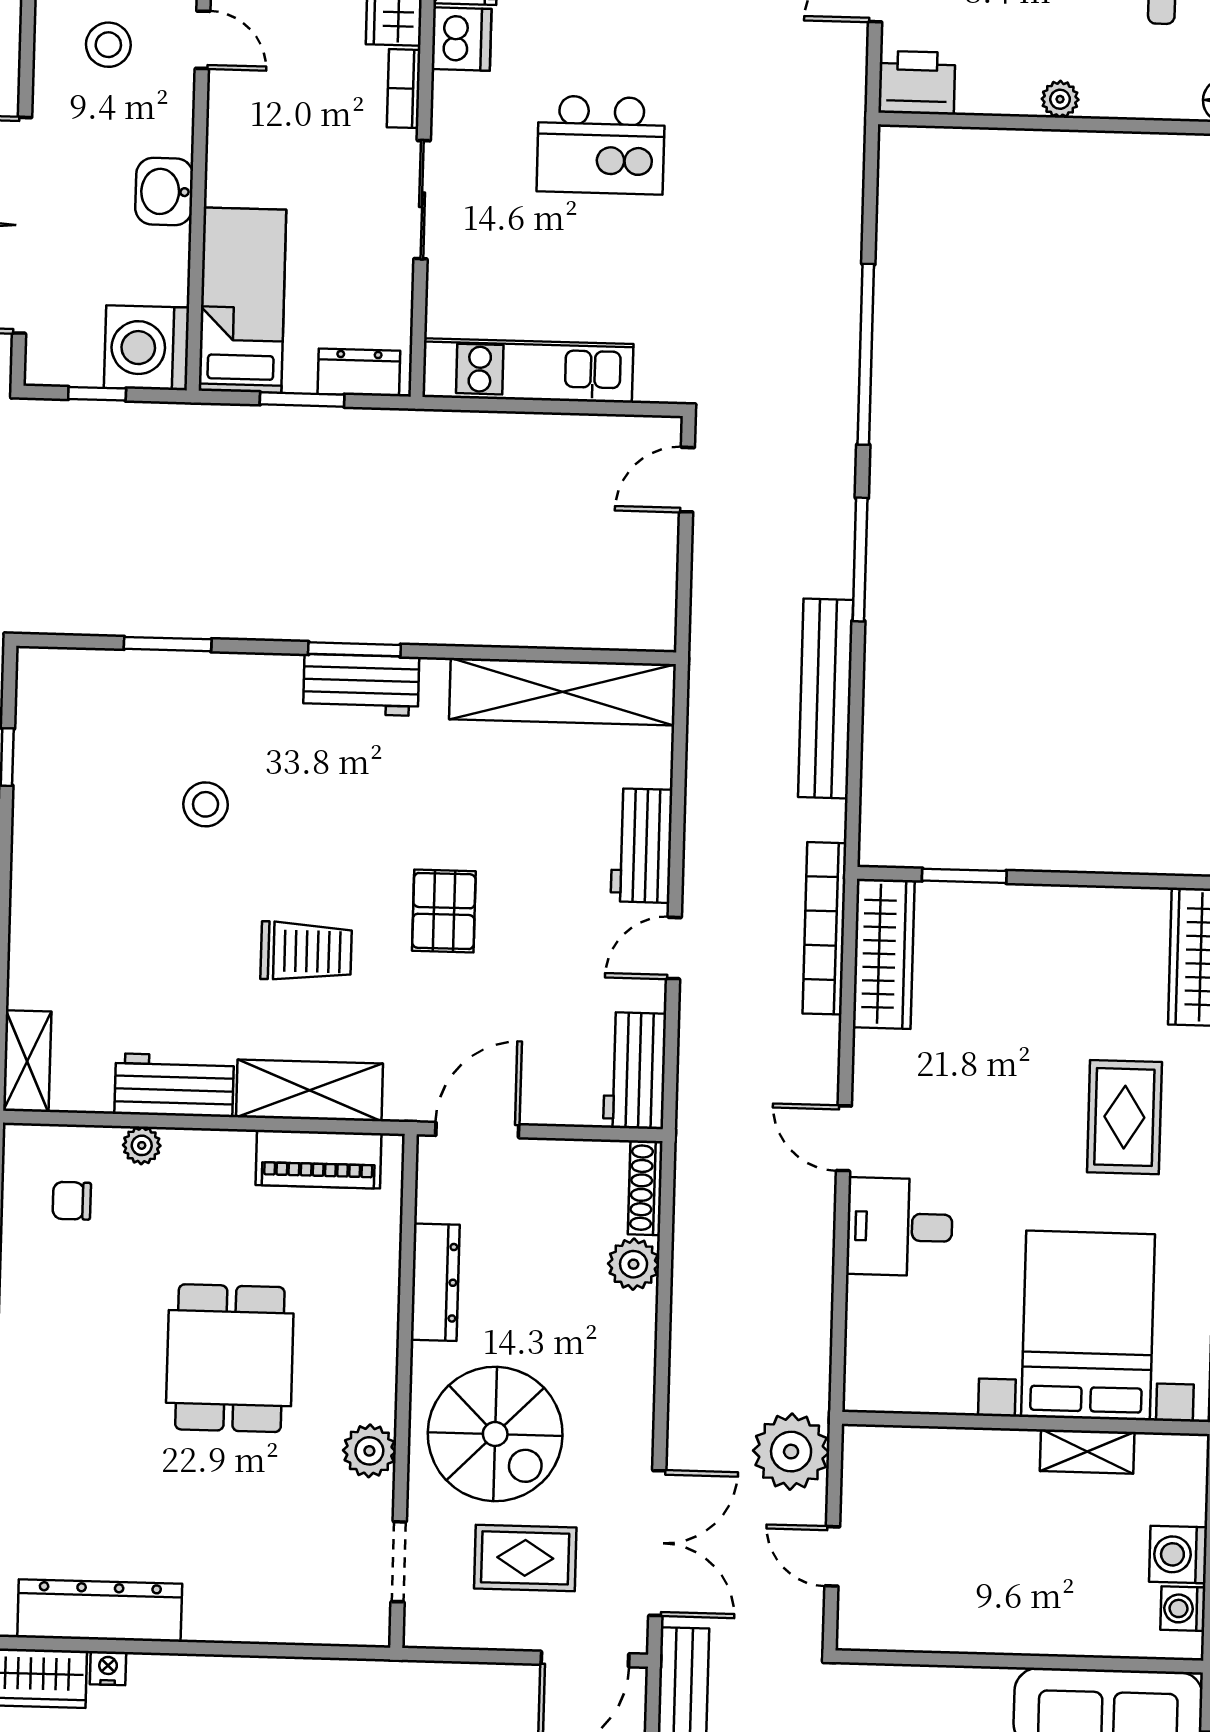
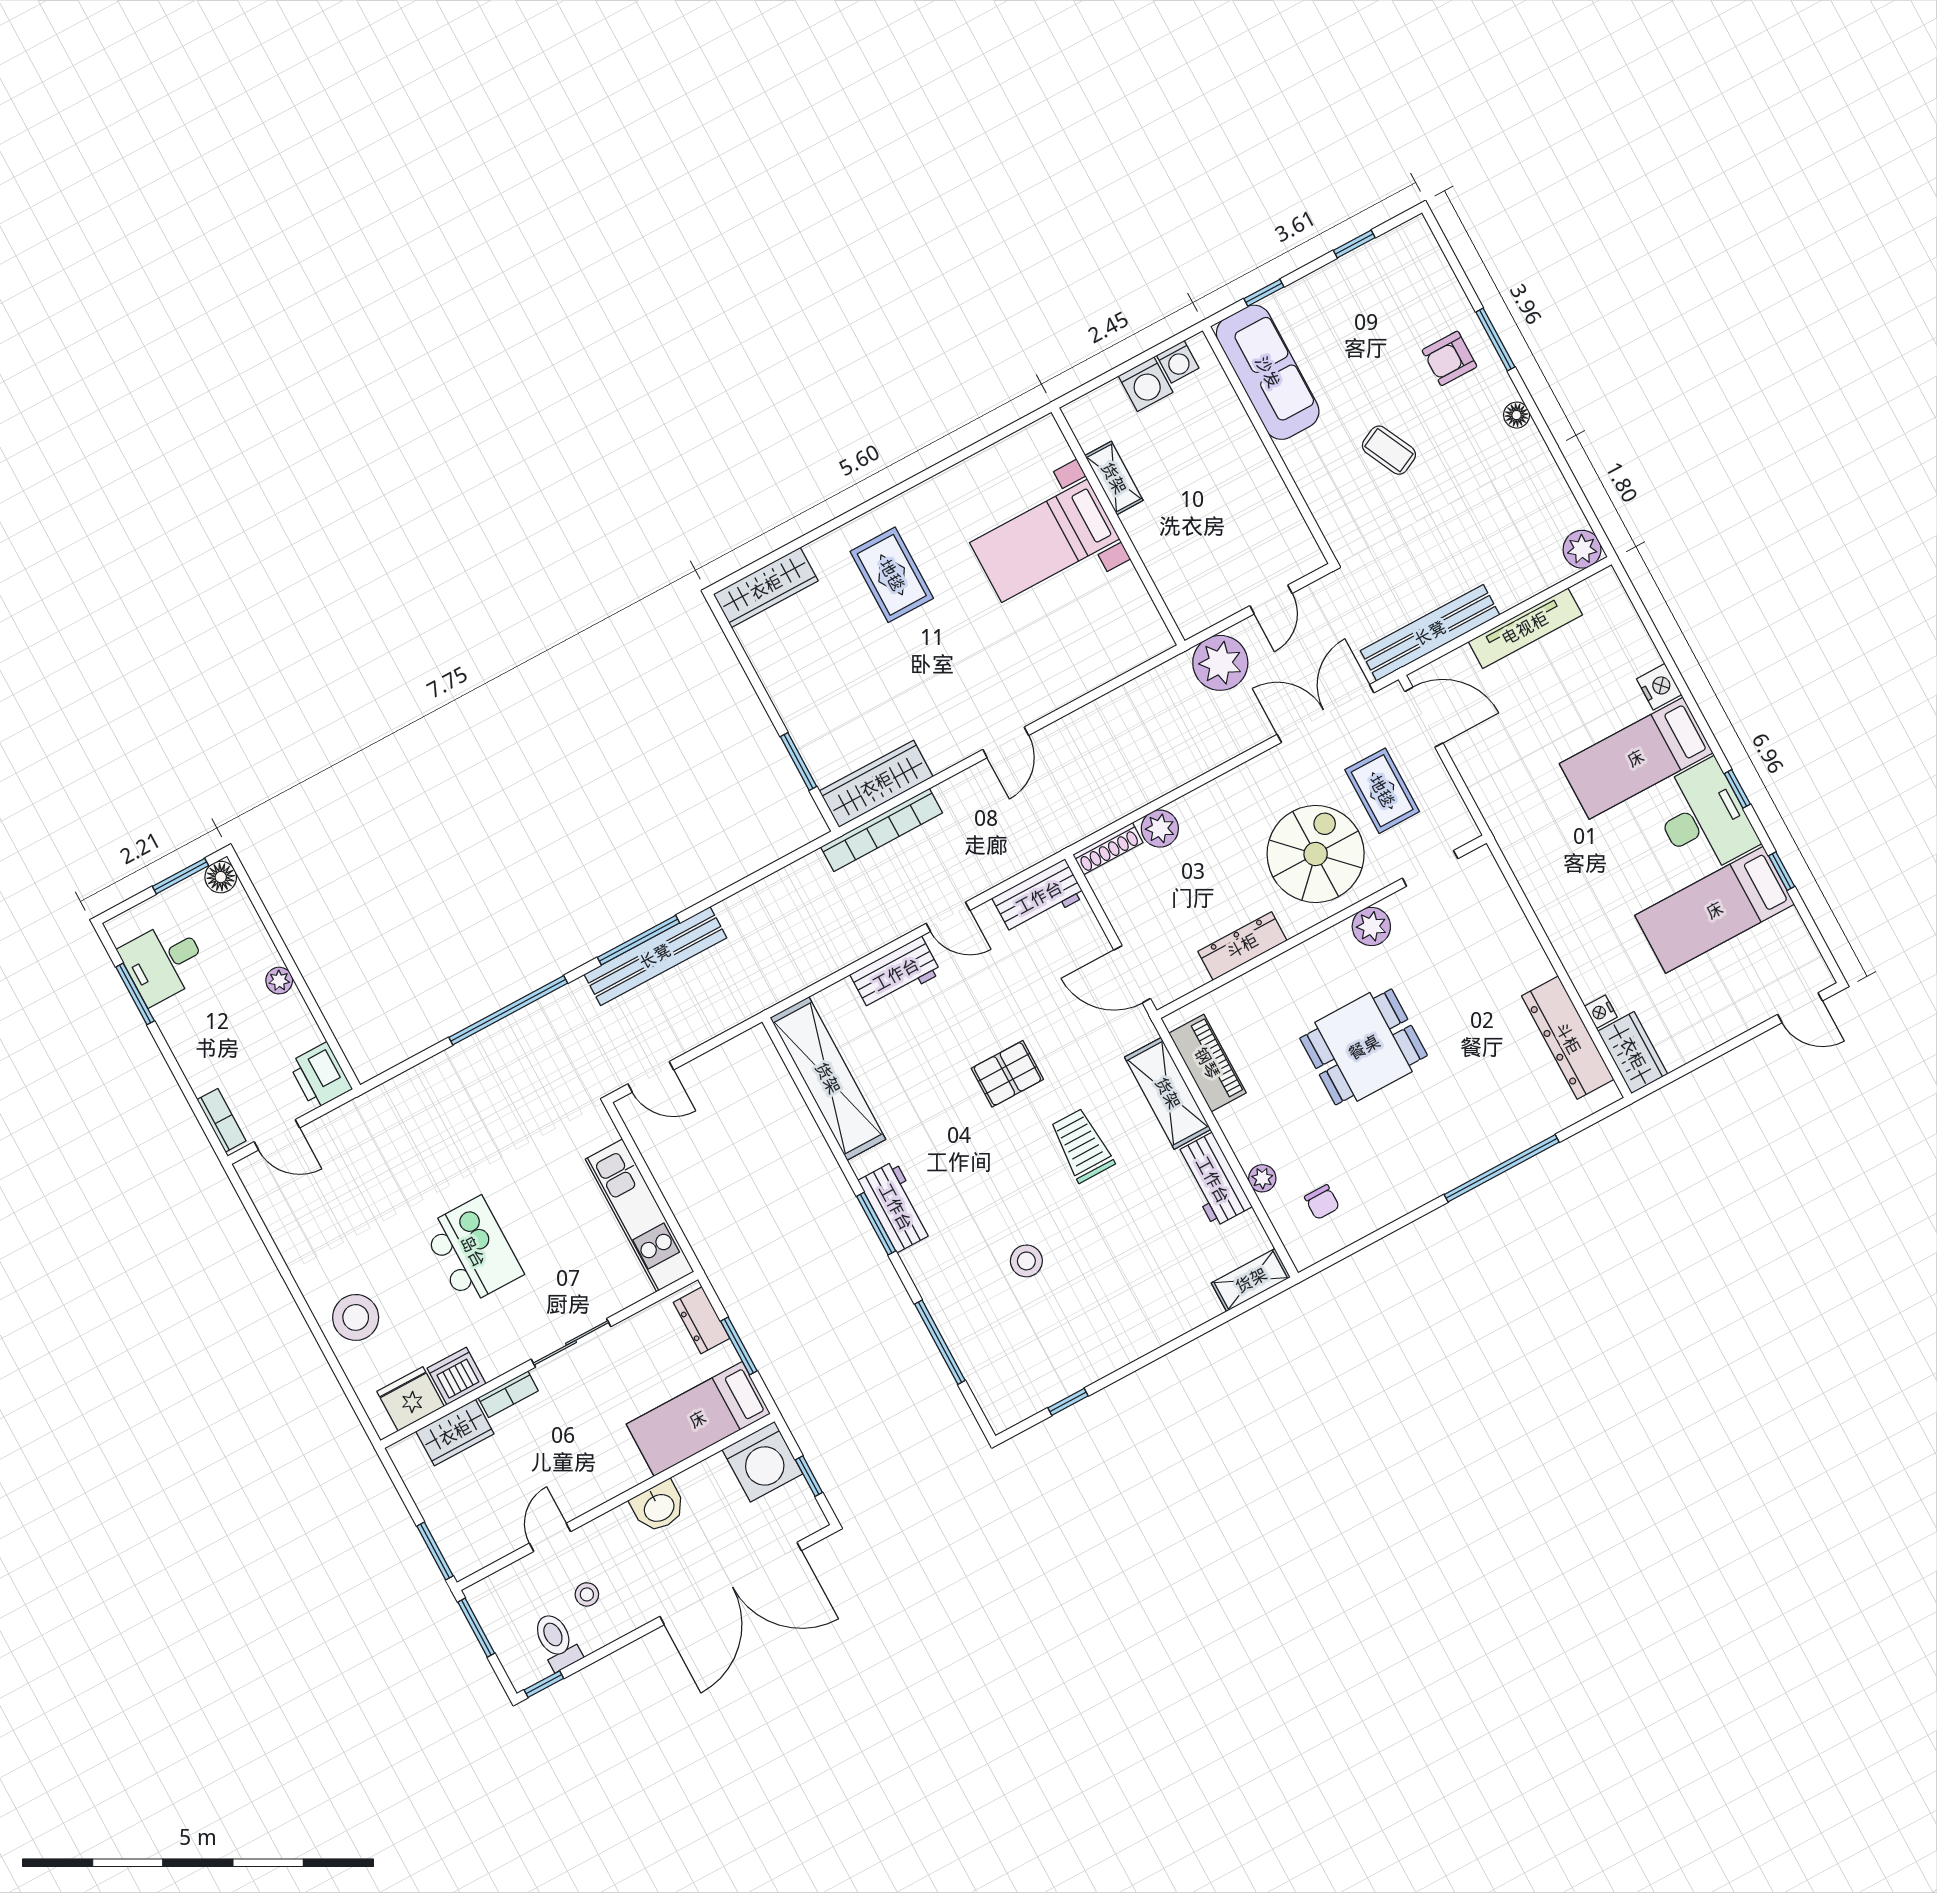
stool: (108, 45) -> (587, 1594), width x0.73, depth x0.73
window: (168, 644) -> (940, 1342), width x1.44
bench: (826, 698) -> (655, 956), moved
rug: (1124, 1117) -> (892, 575), turned 90
desk: (900, 1227) -> (1041, 676), removed
bed with nightstands: (1088, 1326) -> (1045, 541), width x0.73

